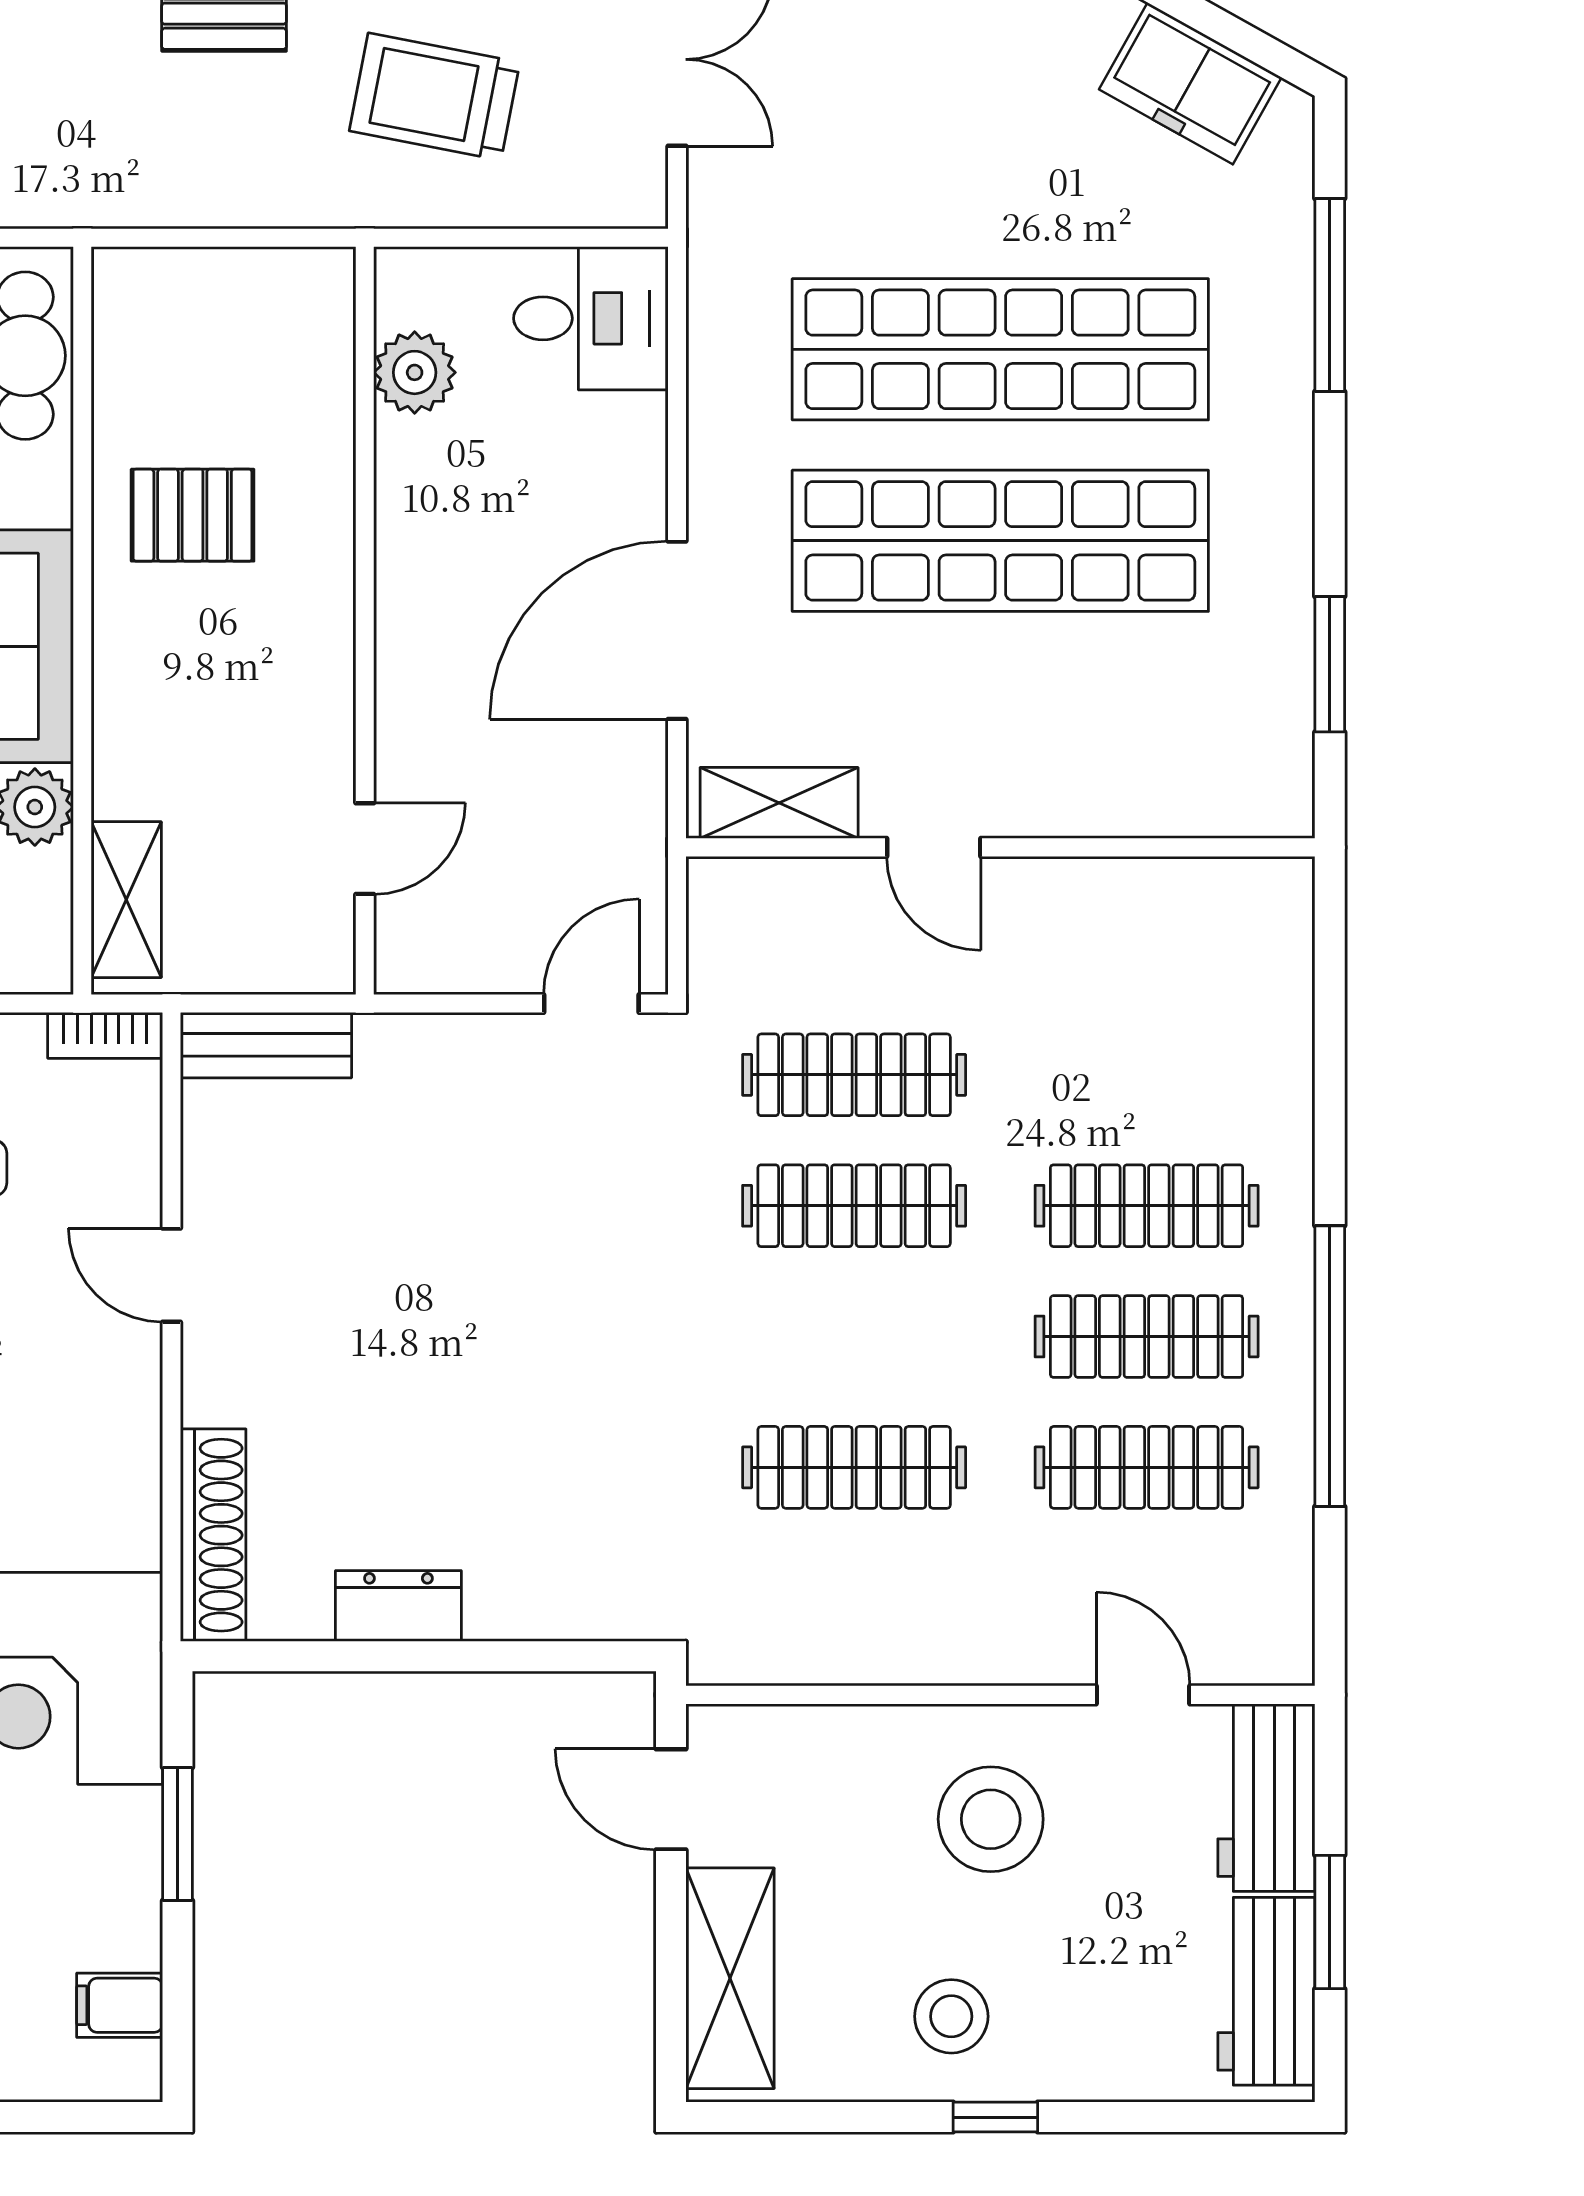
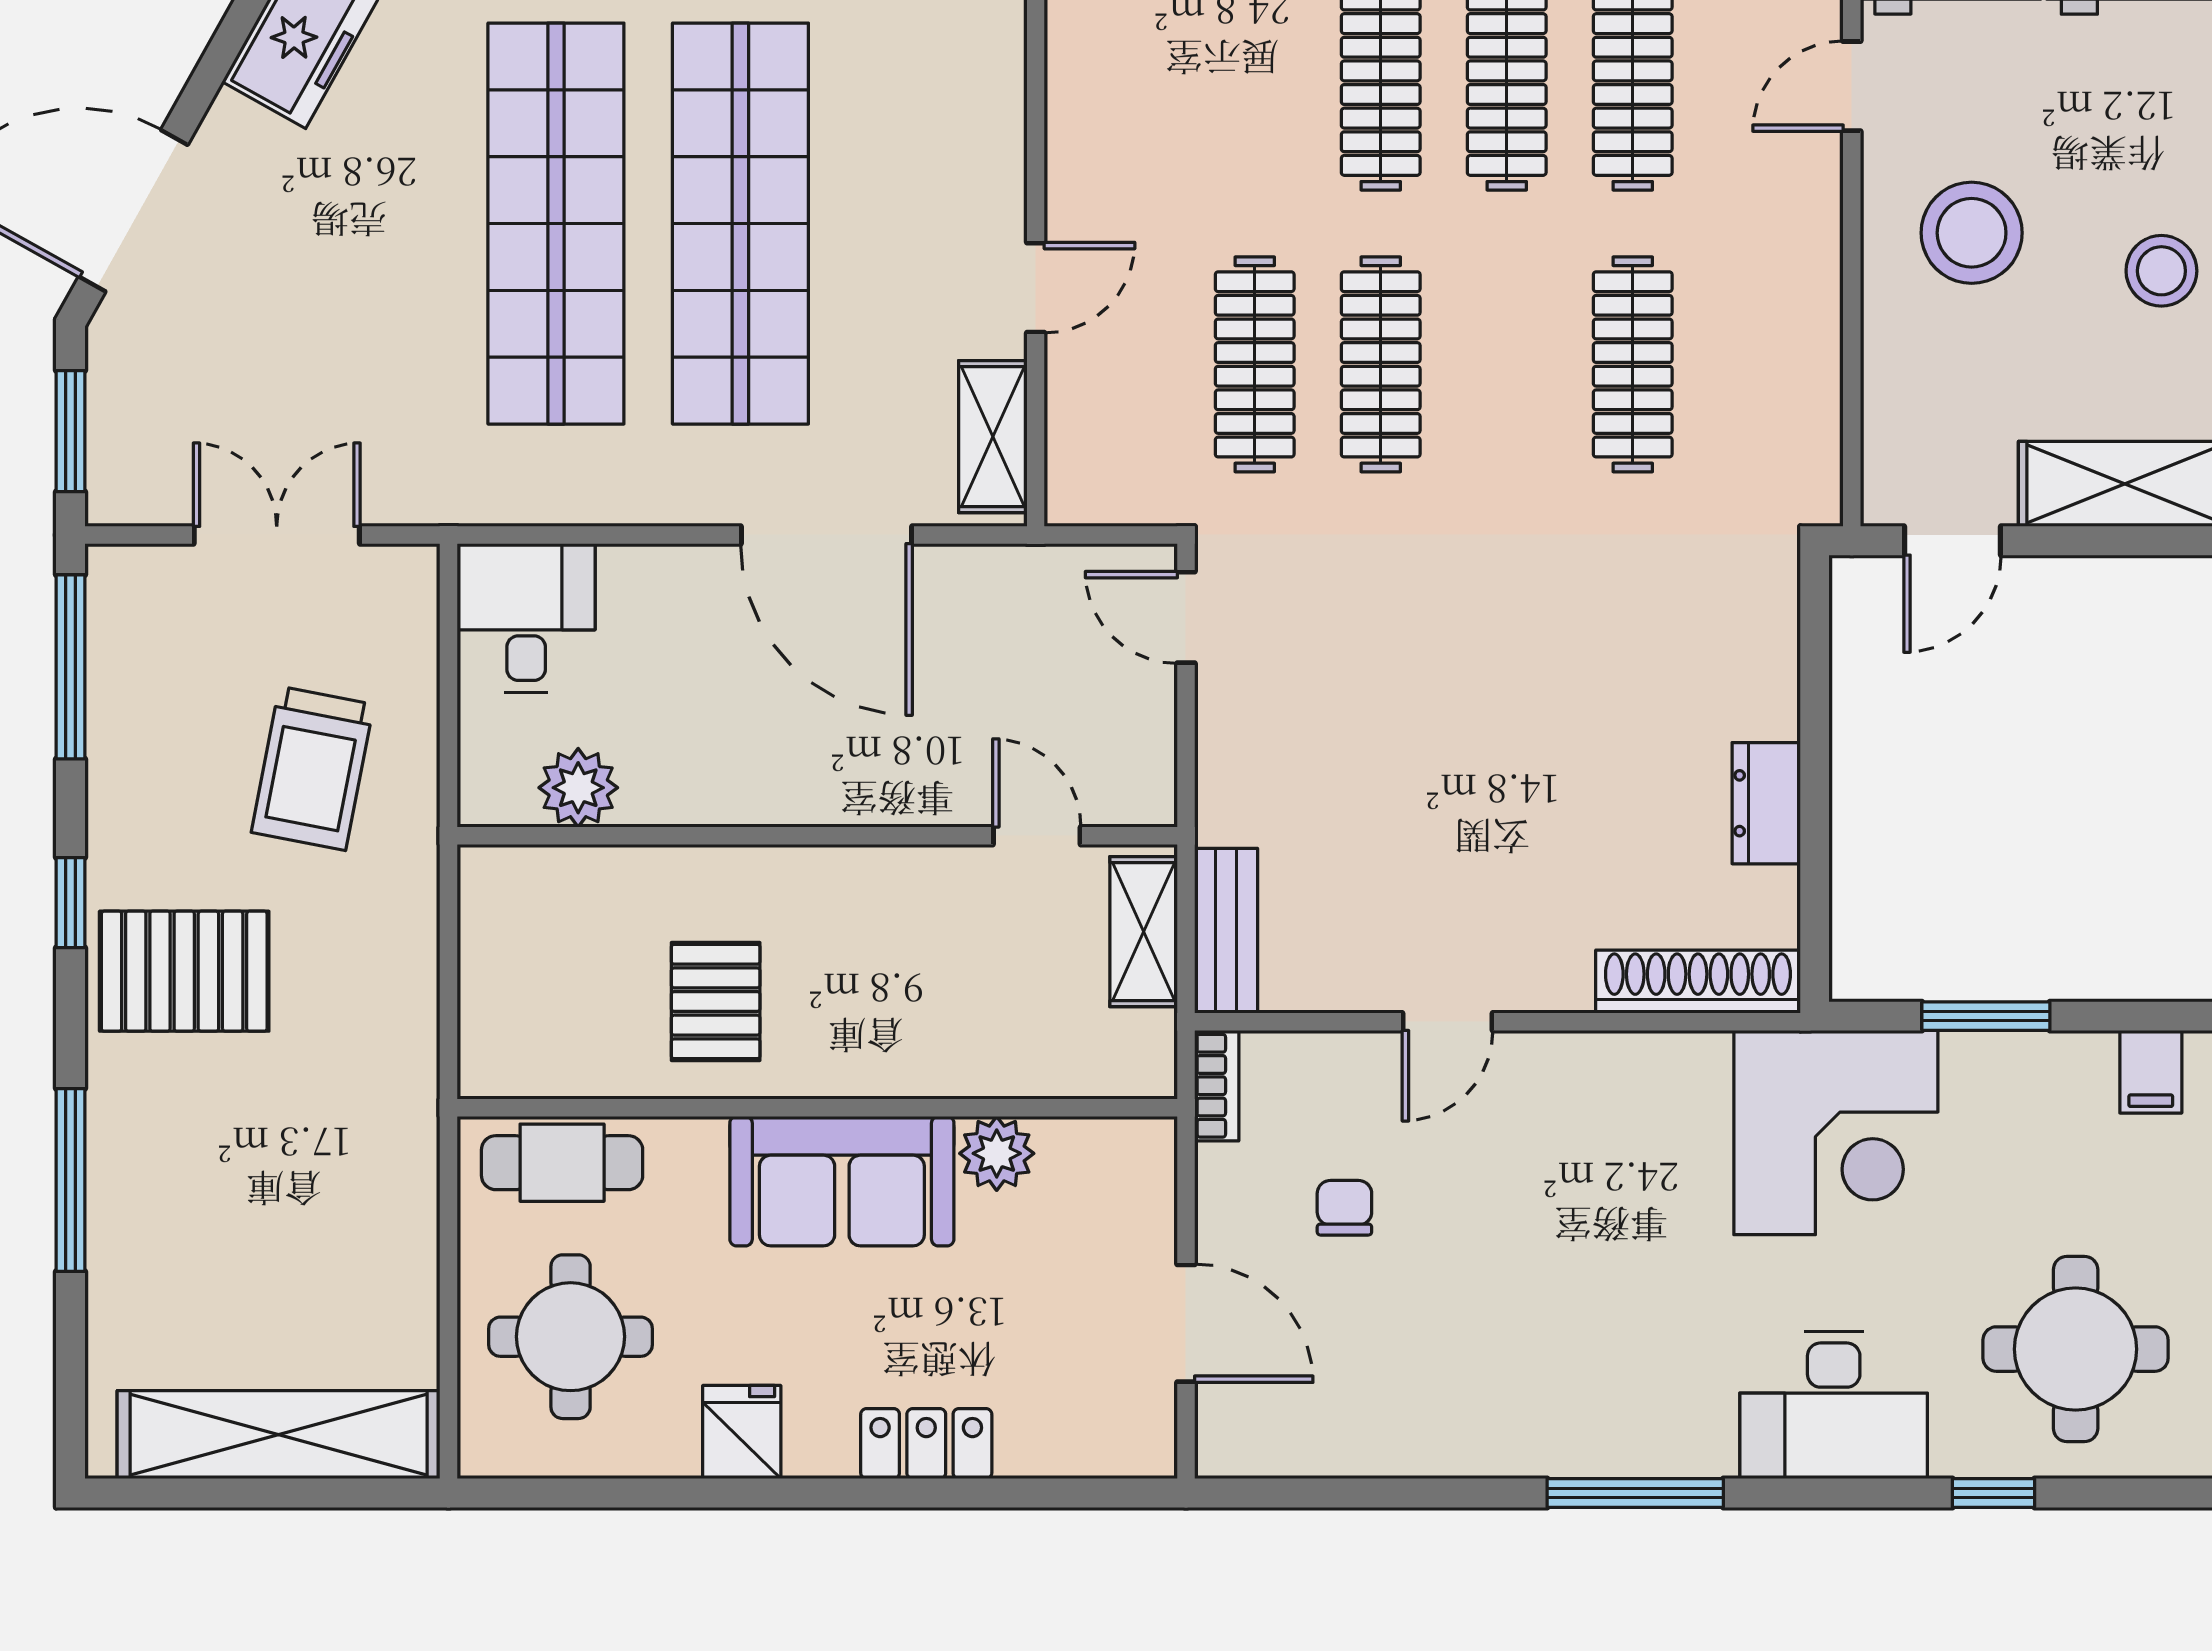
shelving: (126, 900) -> (1144, 932), moved, turned 90

